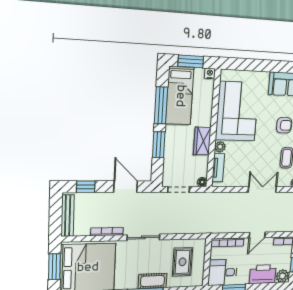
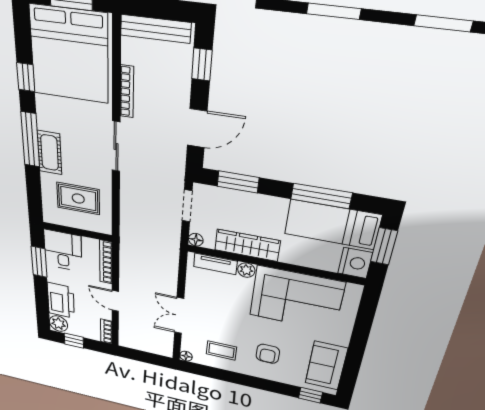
nightstand: (210, 73) -> (355, 263), width x1.89, depth x1.79
wardrobe: (202, 141) -> (247, 245), width x1.50
window: (159, 145) -> (238, 182), moved
double door: (262, 189) -> (179, 316), swing flipped

